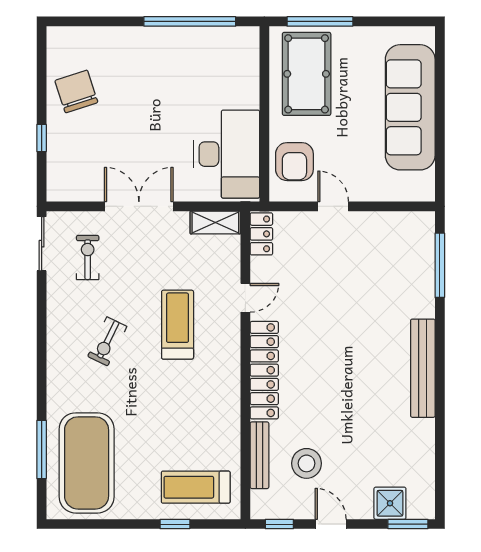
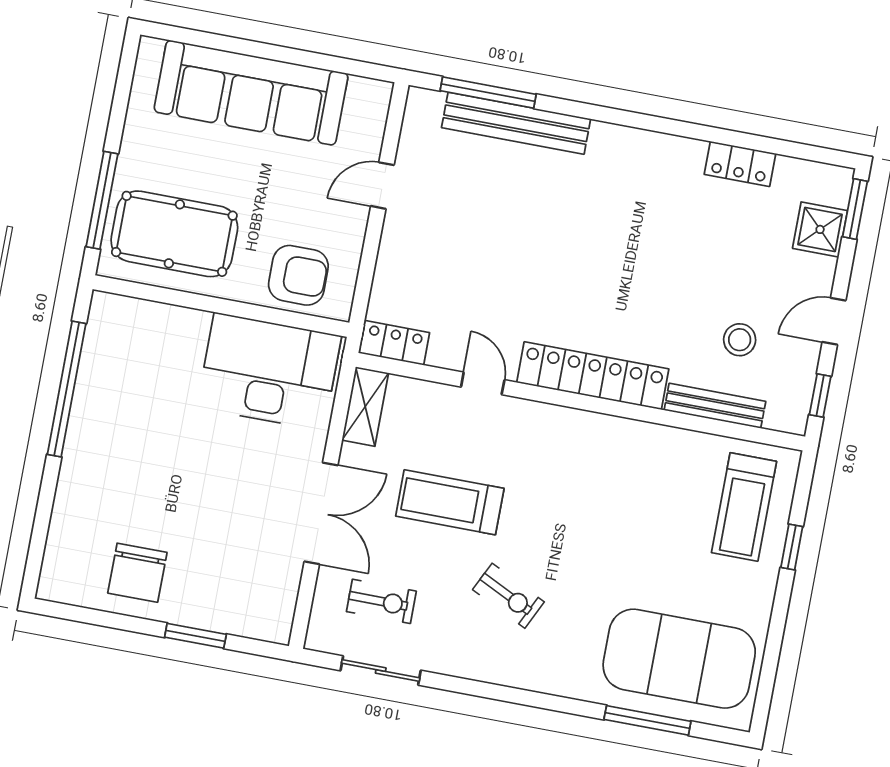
chair: (76, 91) -> (137, 573), turned -72
window: (42, 138) -> (195, 636), width x1.50
double door: (139, 206) -> (321, 513), swing flipped
door: (333, 206) -> (382, 186), moved
sliding door: (42, 244) -> (381, 670), moved
exercise bike: (88, 257) -> (381, 601), turned 180
treadmill: (178, 325) -> (450, 502), moved
bench: (423, 368) -> (516, 123), moved
locker: (424, 442) -> (740, 164), added
stool: (307, 463) -> (740, 340), width x0.73, depth x0.73

